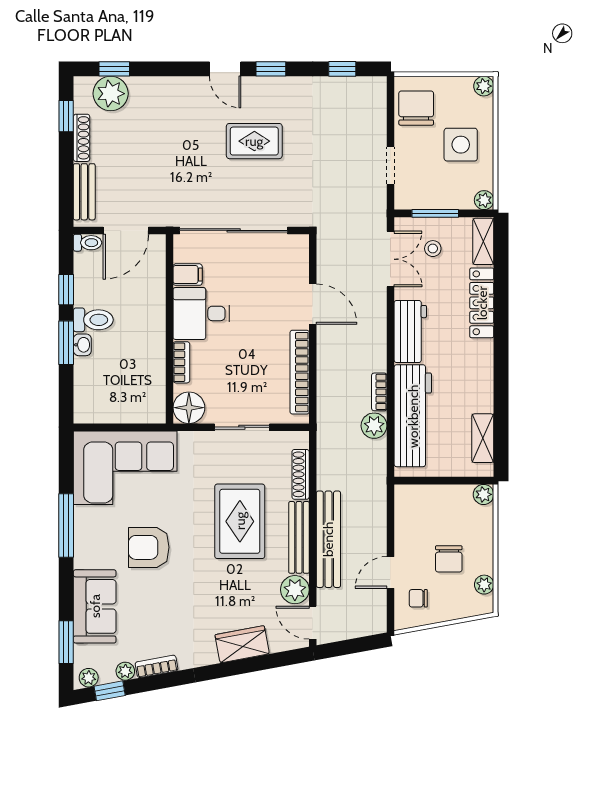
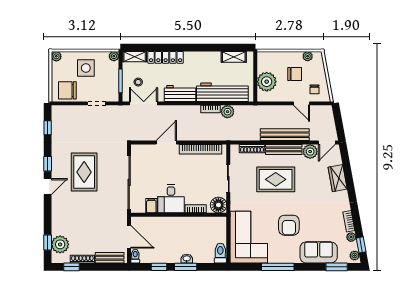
rug: (254, 141) -> (84, 172), width x1.36, depth x1.43
toilet: (93, 320) -> (220, 253), moved
plant: (484, 494) -> (267, 82), moved, width x1.87, depth x1.87

